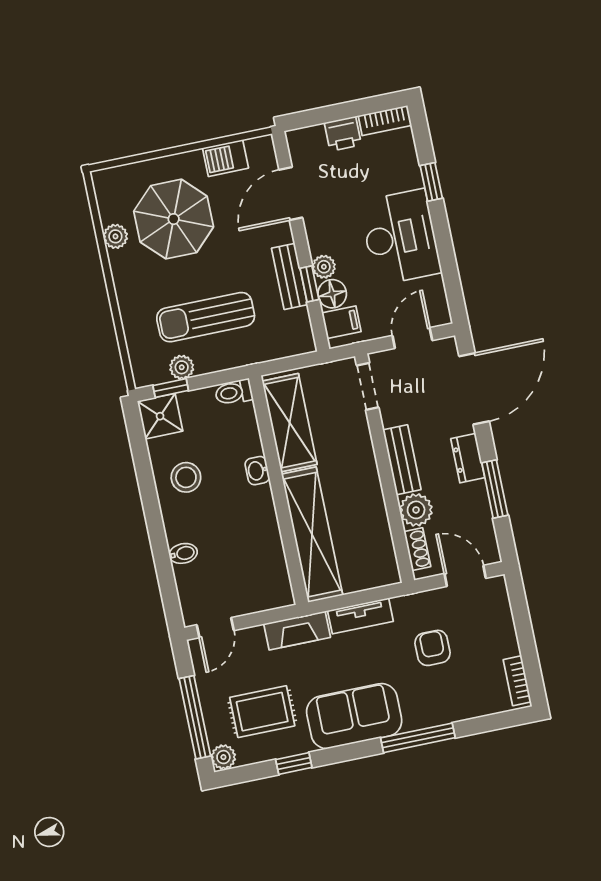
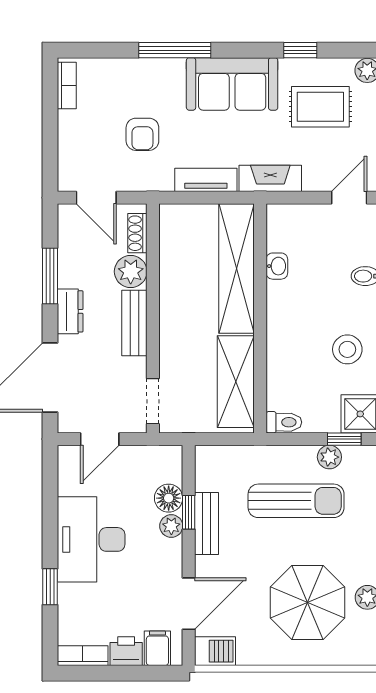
barbecue: (225, 158) -> (215, 651), moved
filing cabinet: (341, 322) -> (157, 648), moved, turned 90
washbasin: (257, 471) -> (277, 266), moved

